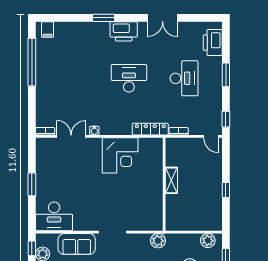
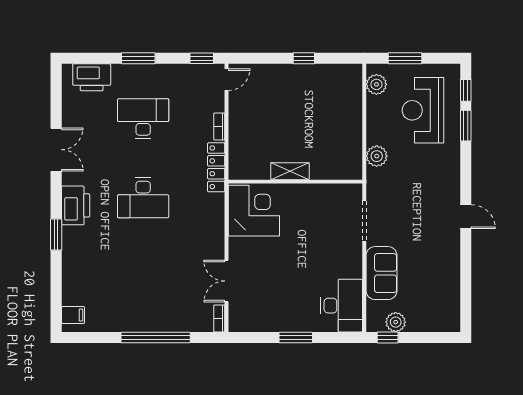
window: (32, 62) -> (156, 337), moved
desk: (129, 78) -> (143, 198), turned -90
water cooler: (94, 131) -> (218, 248), removed
shelving: (171, 180) -> (290, 171), moved
wall: (164, 184) -> (295, 182), moved

